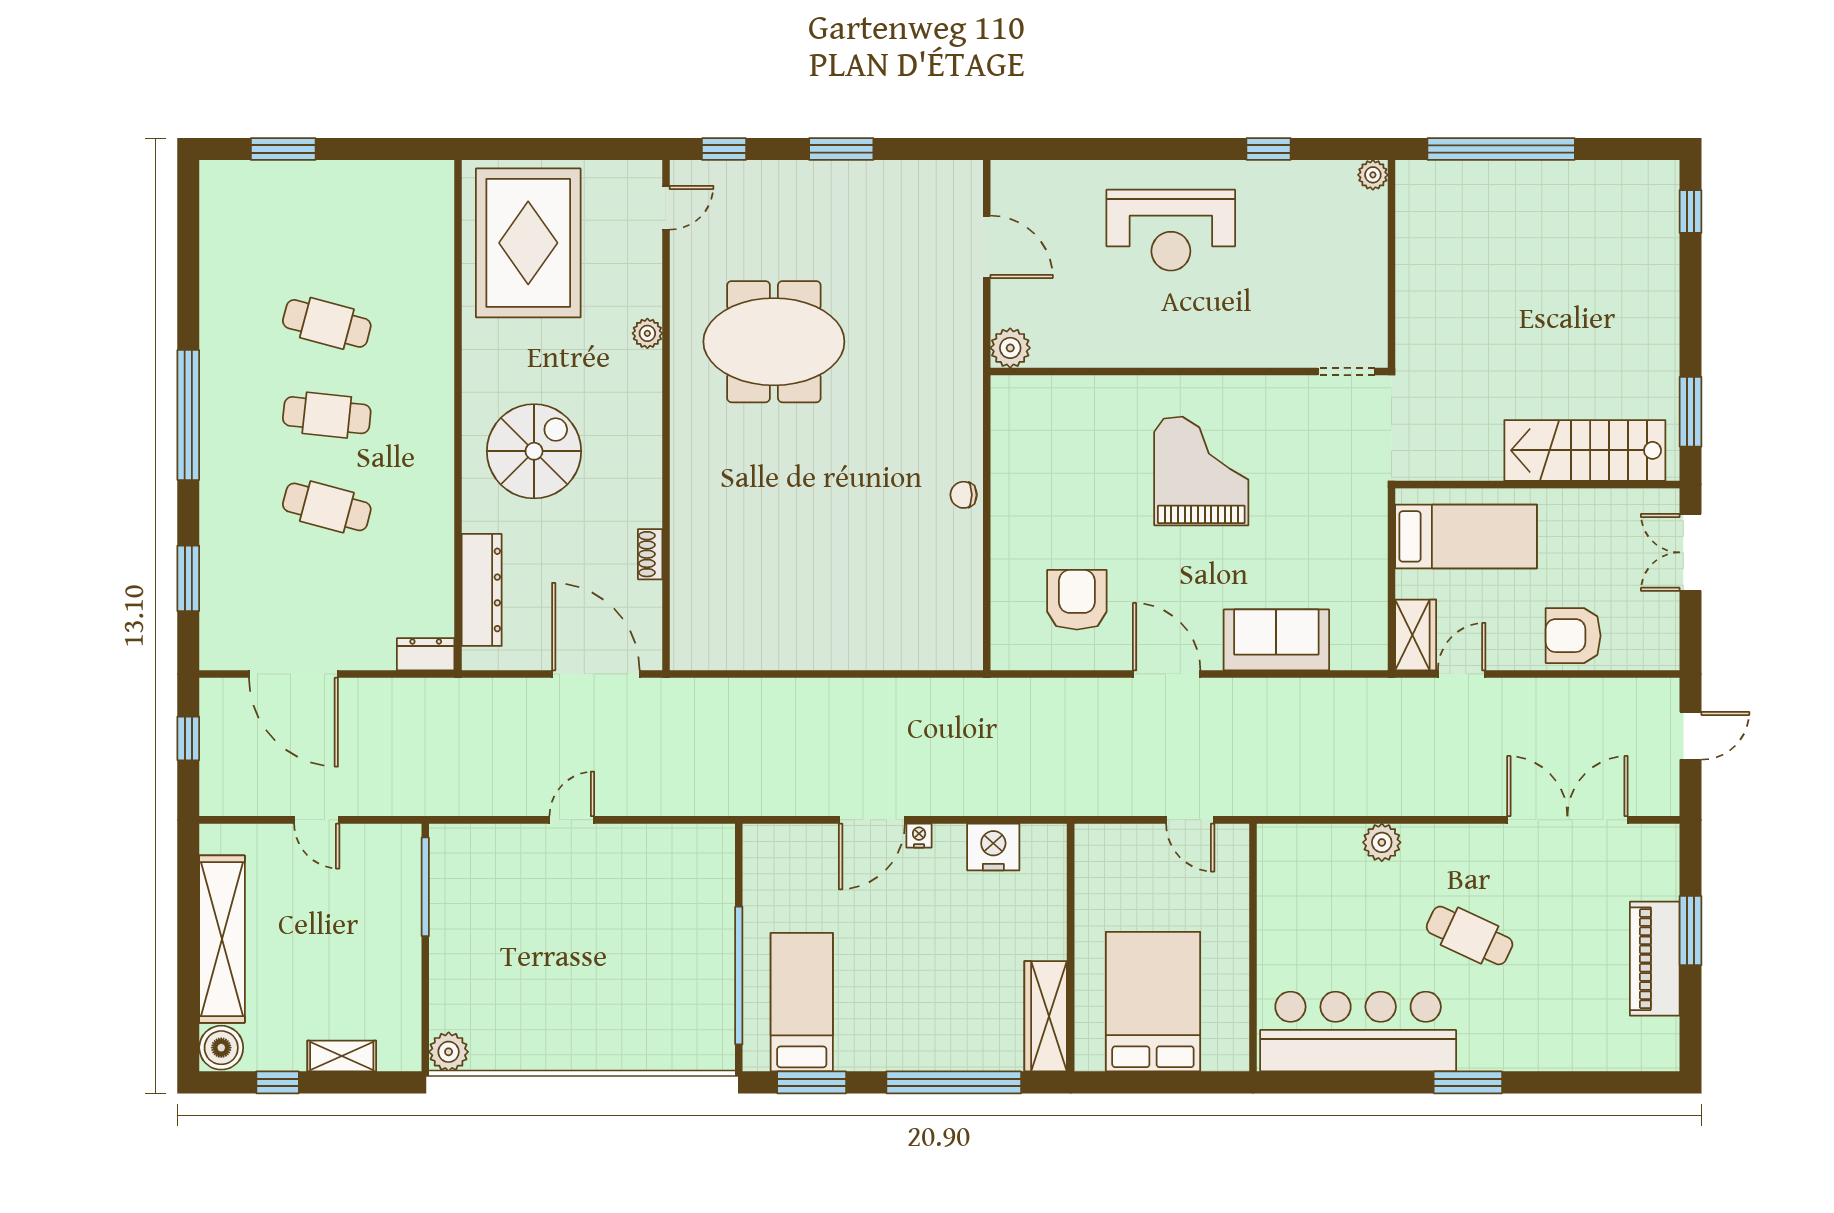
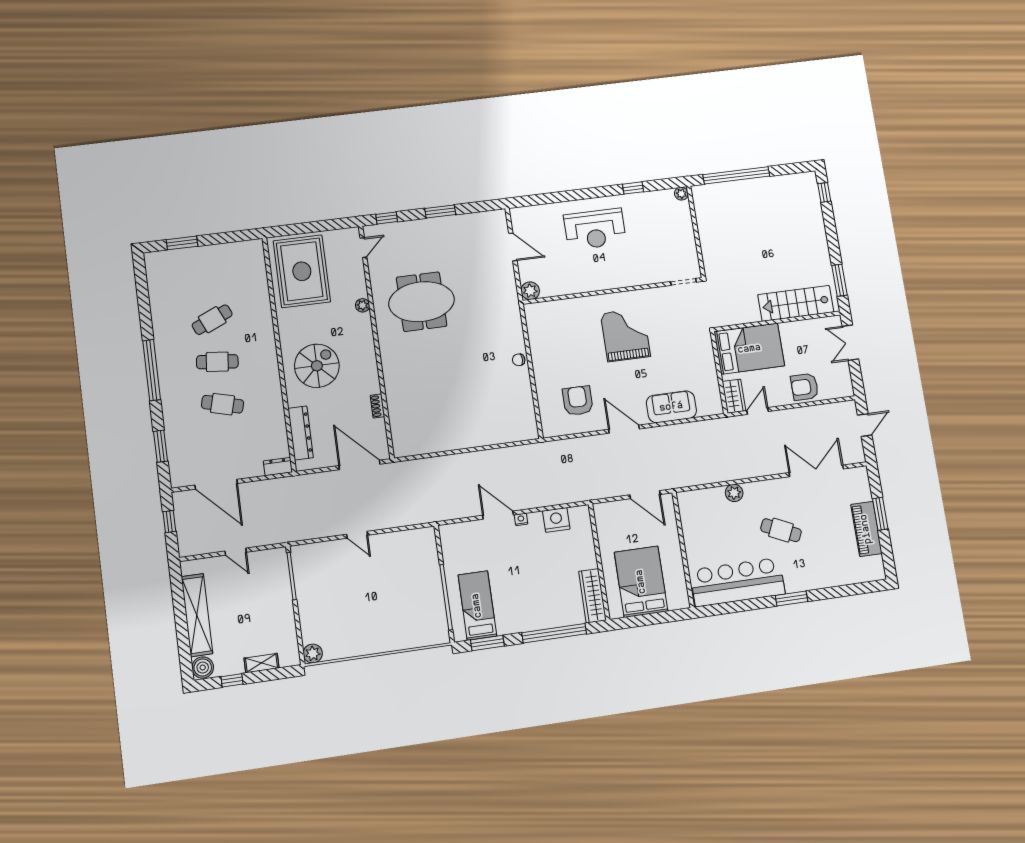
cafe table: (327, 323) -> (212, 320), turned -39
bed: (1466, 536) -> (749, 349), width x1.50
door: (572, 820) -> (357, 535), swing flipped
door: (872, 820) -> (498, 515), swing flipped
door: (1190, 820) -> (645, 495), width x1.38

